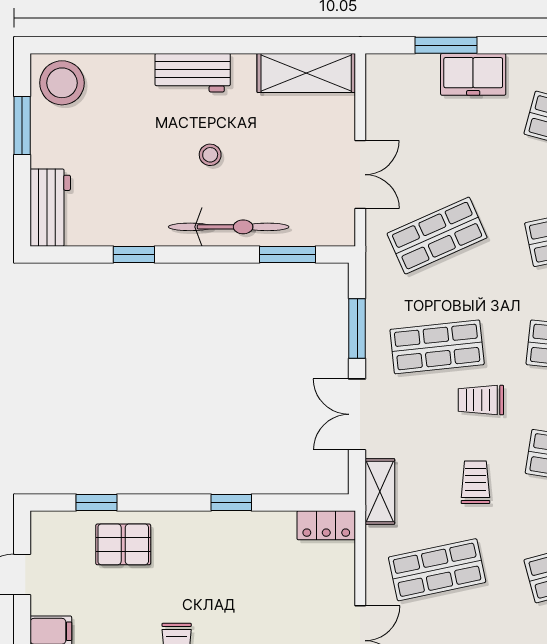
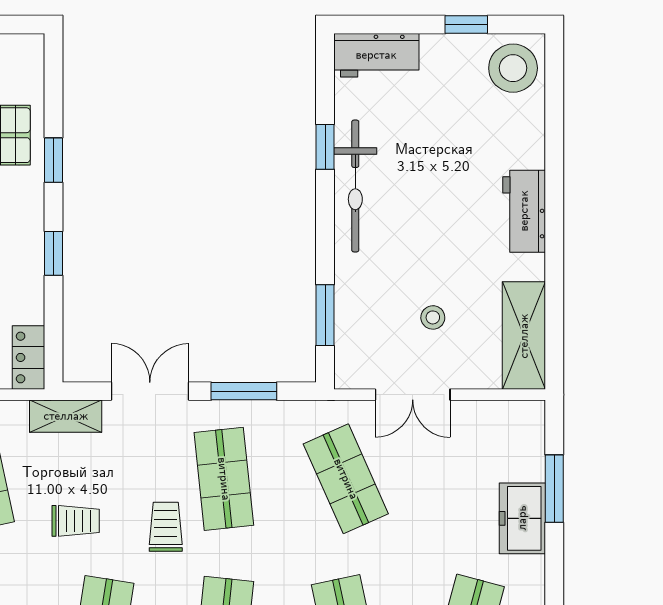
window: (22, 126) -> (466, 24), width x0.67
stool: (210, 155) -> (433, 317), moved
bicycle: (229, 227) -> (355, 186), moved
window: (96, 502) -> (54, 160), moved

